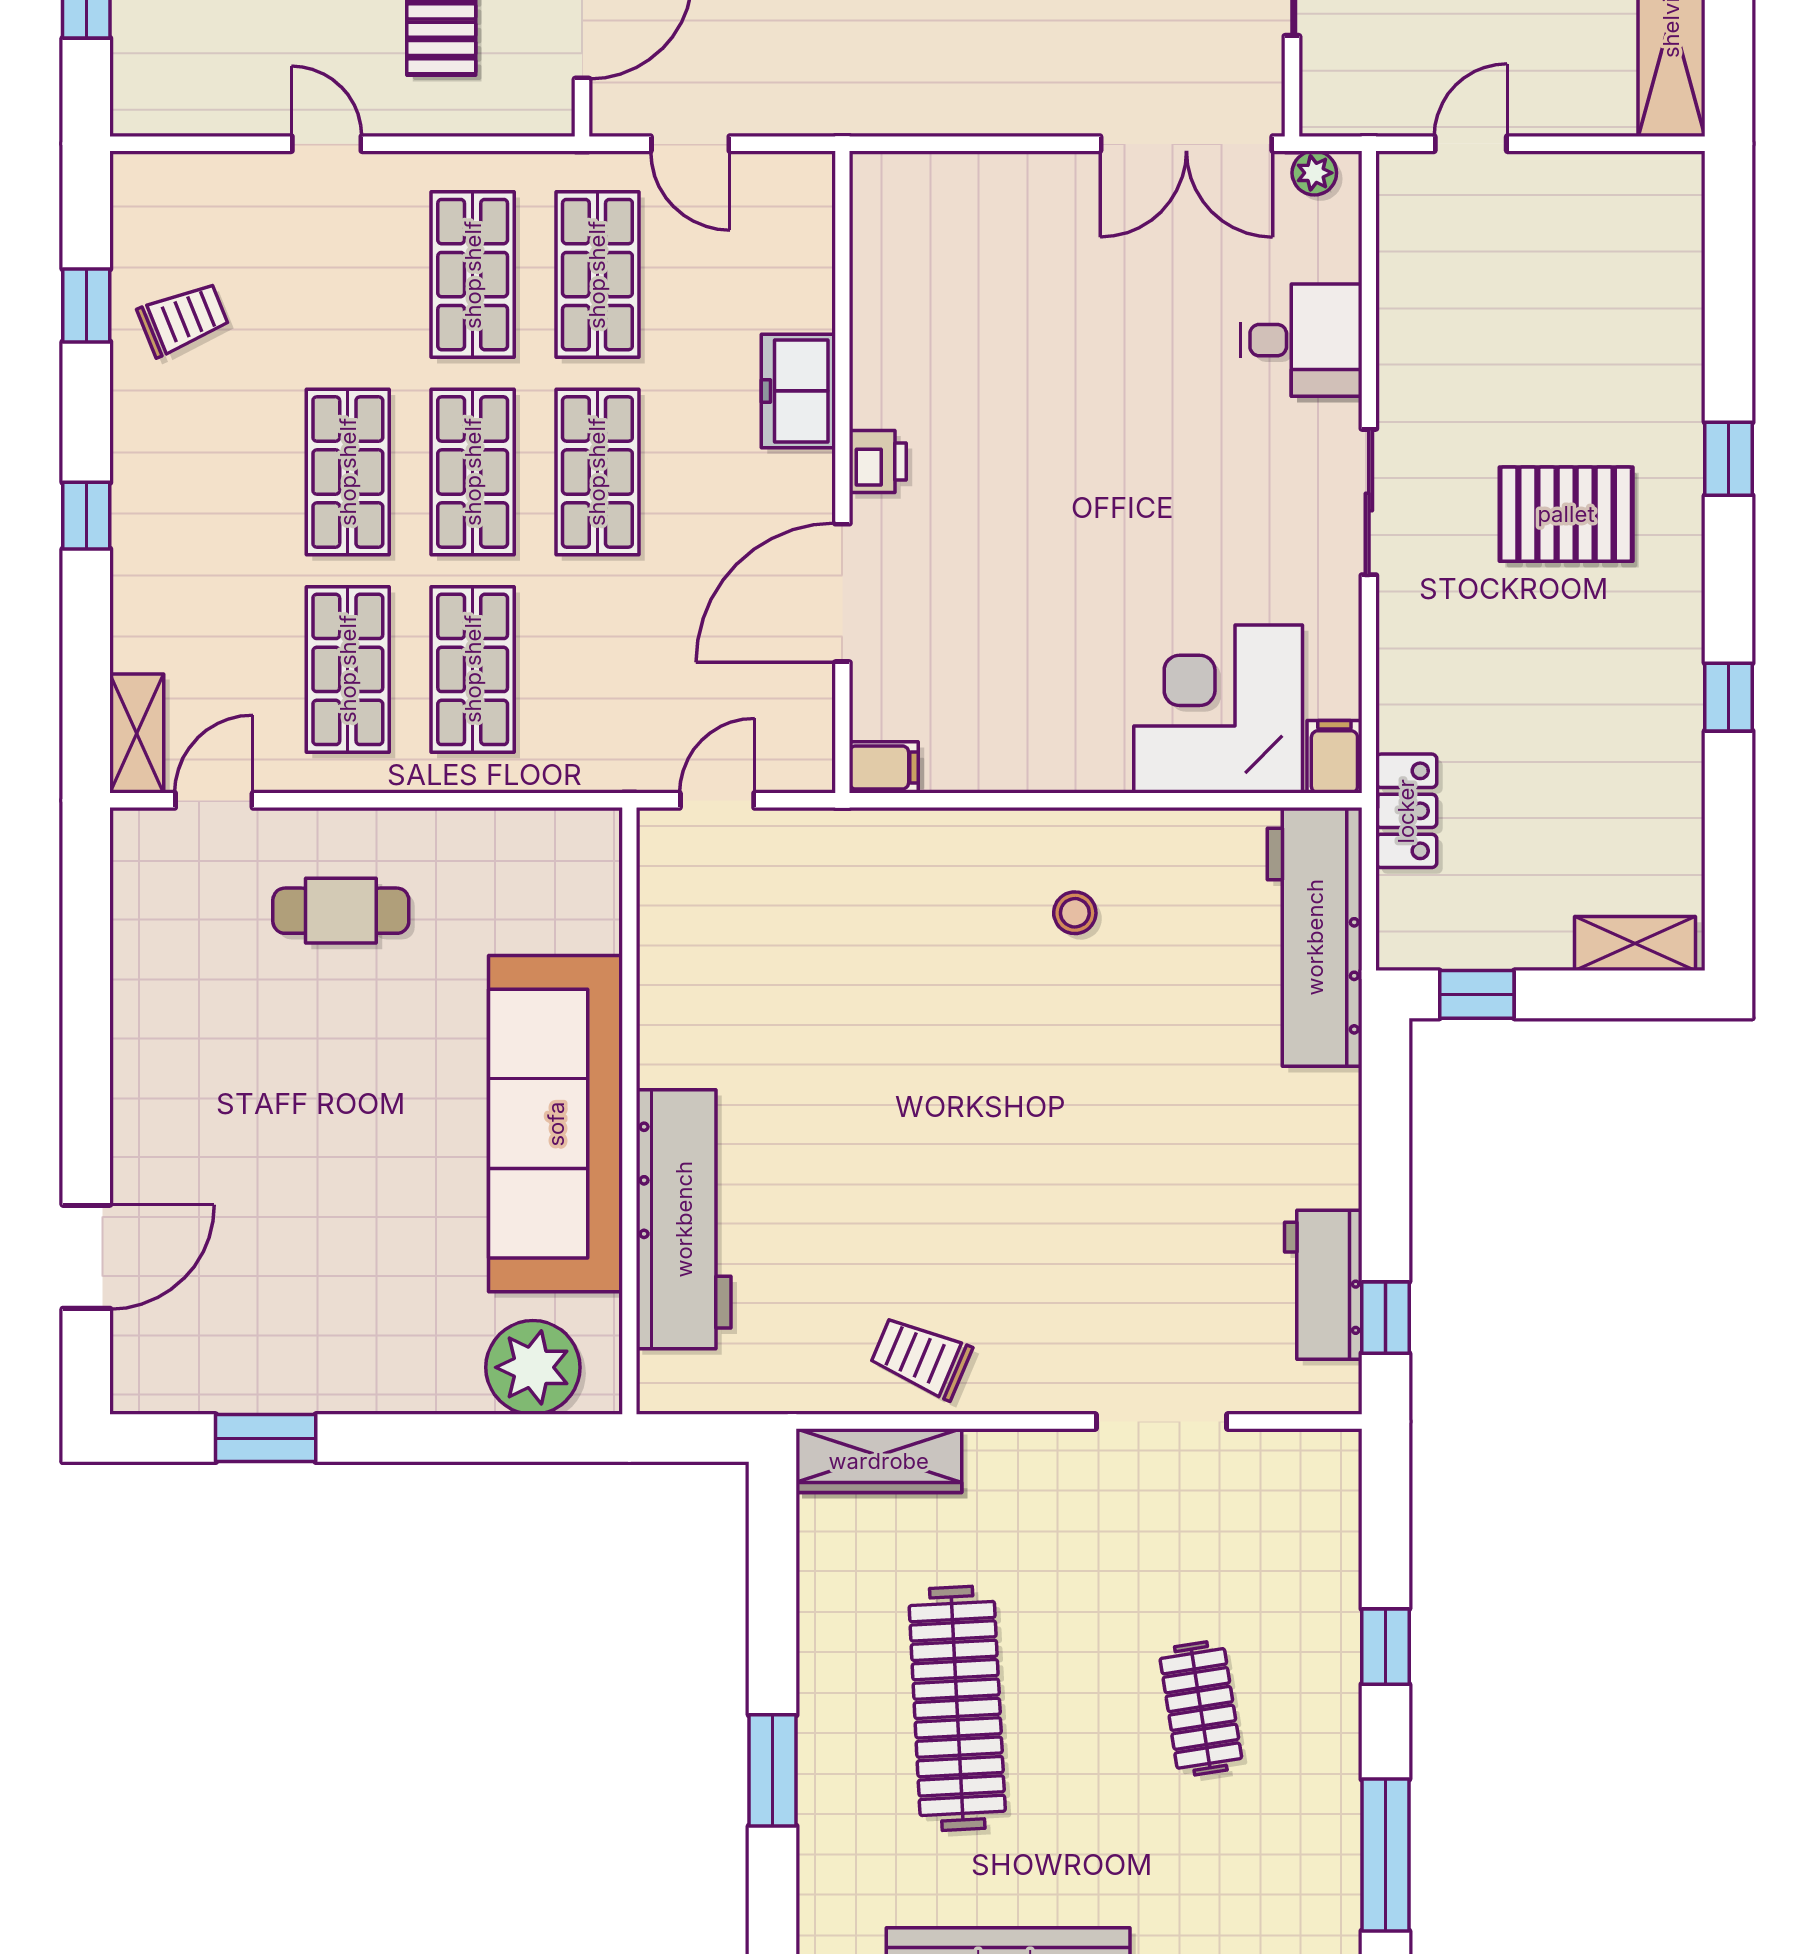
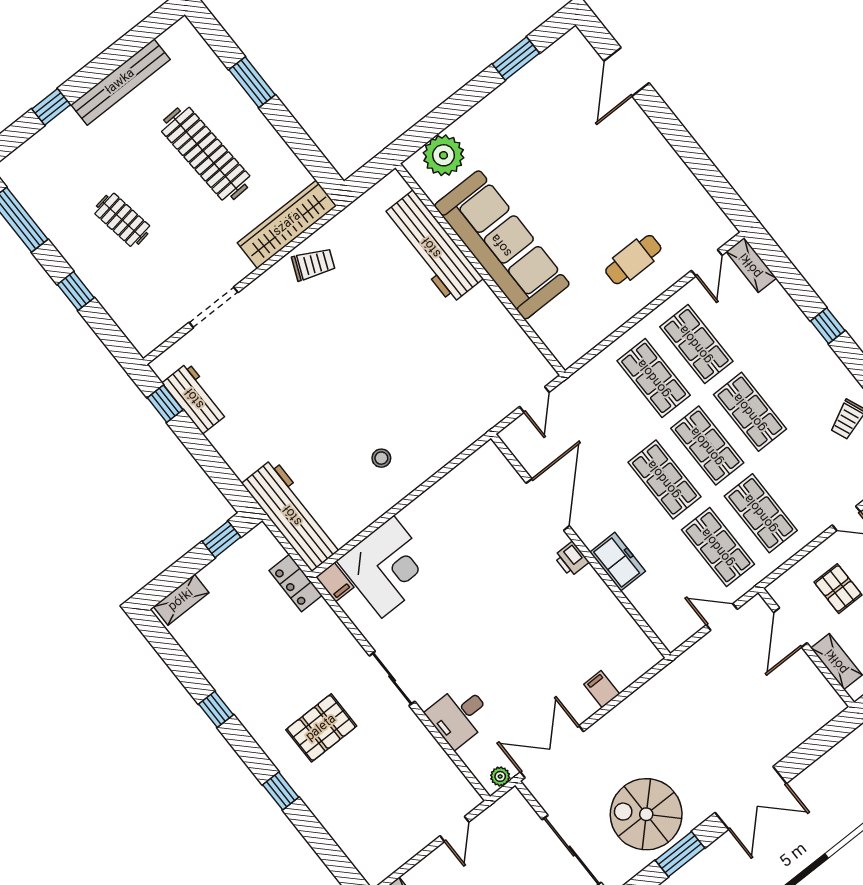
filing cabinet: (884, 767) -> (602, 689), moved, turned 90
wardrobe: (879, 1461) -> (287, 224), width x1.40, depth x1.17

